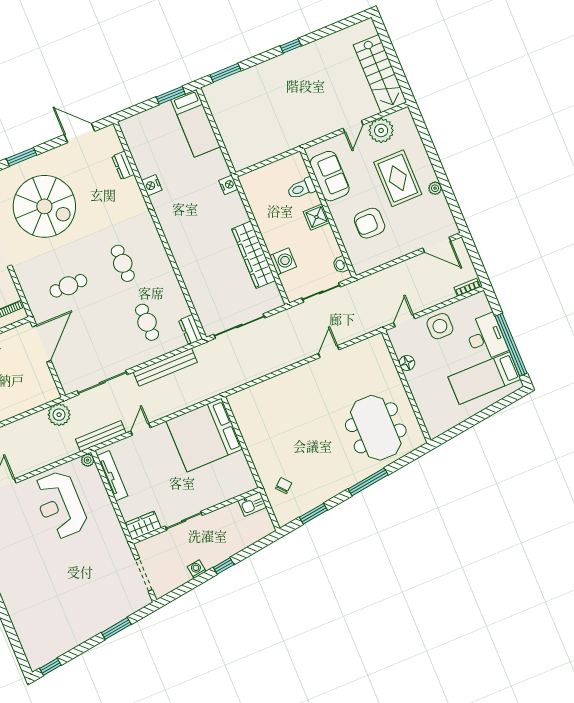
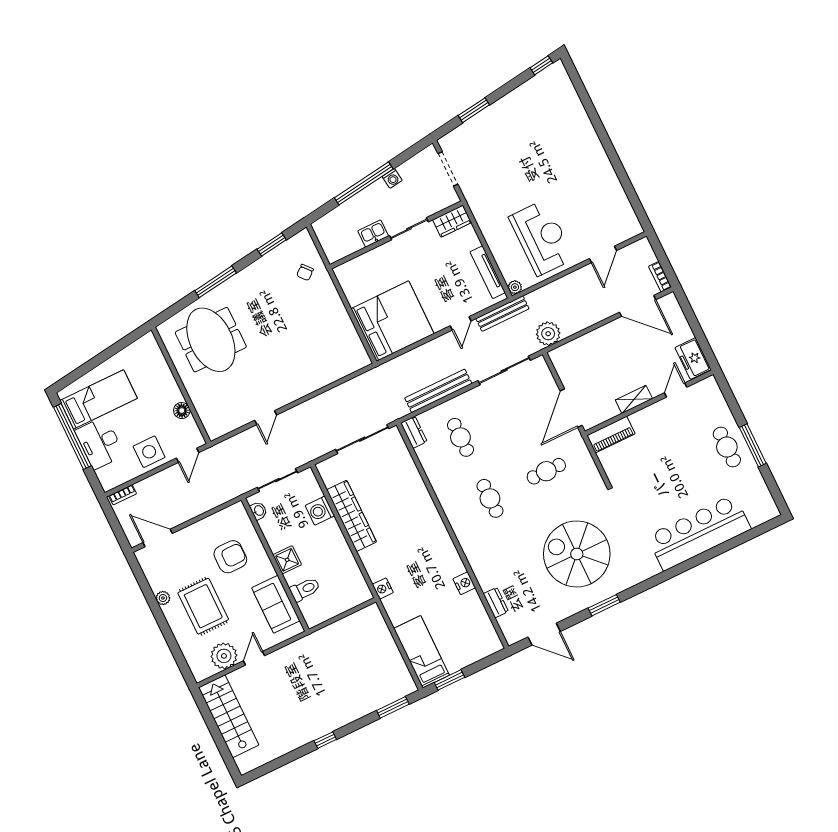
kitchen sink: (252, 504) -> (373, 234), moved
window: (224, 566) -> (364, 183), width x3.17

